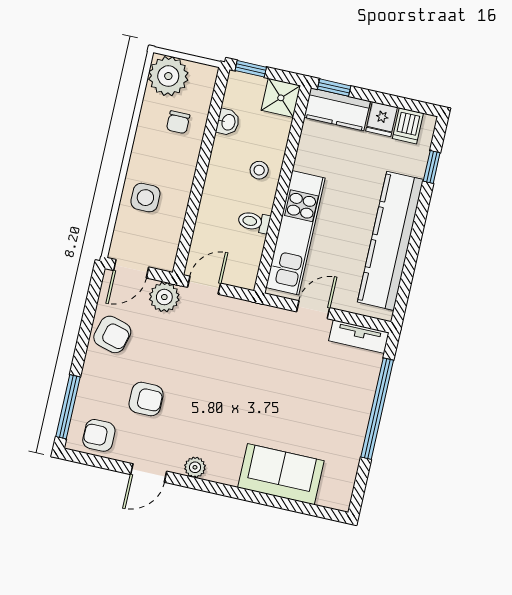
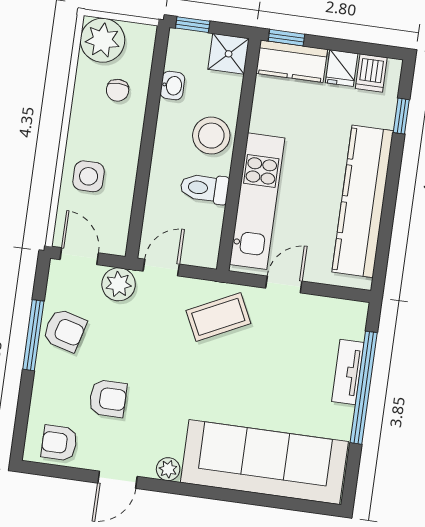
stool: (259, 170) -> (211, 136), width x1.89, depth x1.89
toilet: (254, 222) -> (204, 188), width x1.37, depth x1.39
door: (131, 269) -> (79, 256), swing flipped
coffee table: (252, 334) -> (218, 317), added
tv unit: (359, 337) -> (348, 372), moved, turned 90
window: (68, 407) -> (33, 335), moved
sofa: (281, 474) -> (264, 462), width x1.85, depth x1.27

